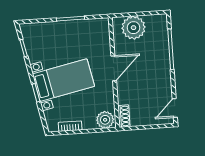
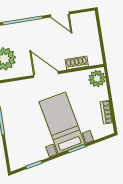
door: (175, 108) -> (60, 14), moved
shoe rack: (124, 116) -> (77, 63), moved

